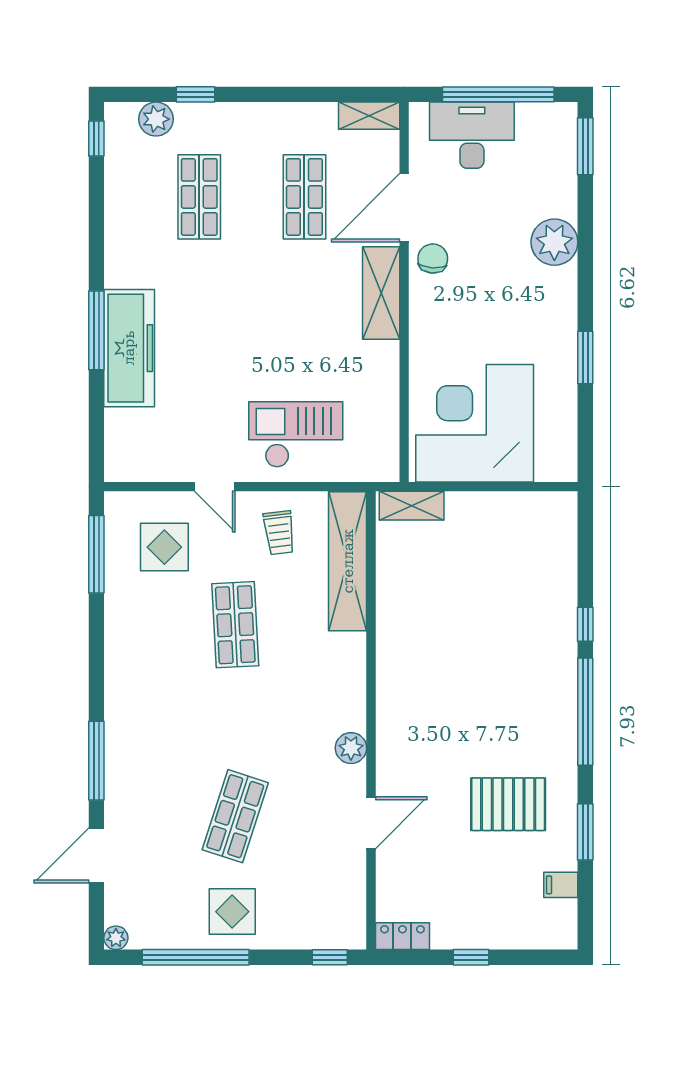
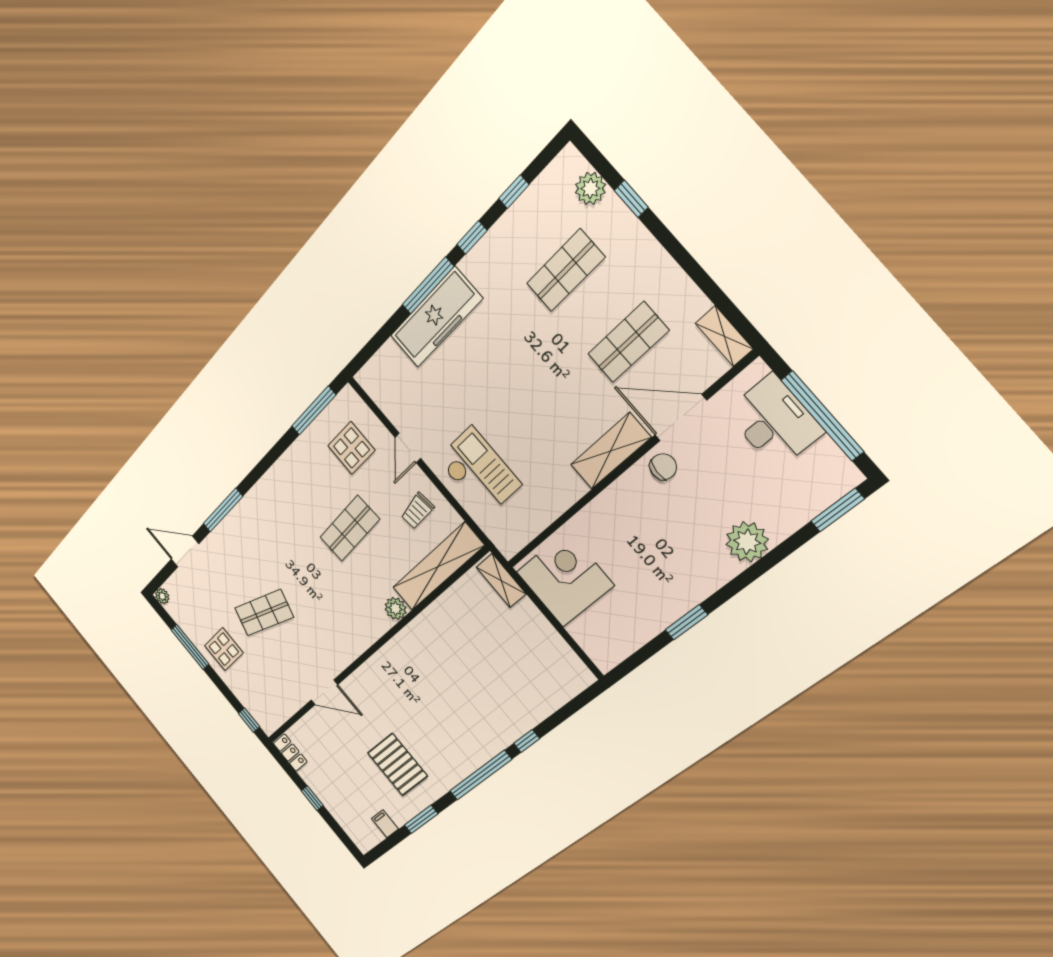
window: (96, 139) -> (514, 192), moved
window: (96, 253) -> (472, 237), added
corner desk: (475, 423) -> (565, 579), width x0.74, depth x0.74
plant: (351, 748) -> (396, 609), moved
window: (196, 957) -> (190, 647), width x0.68

